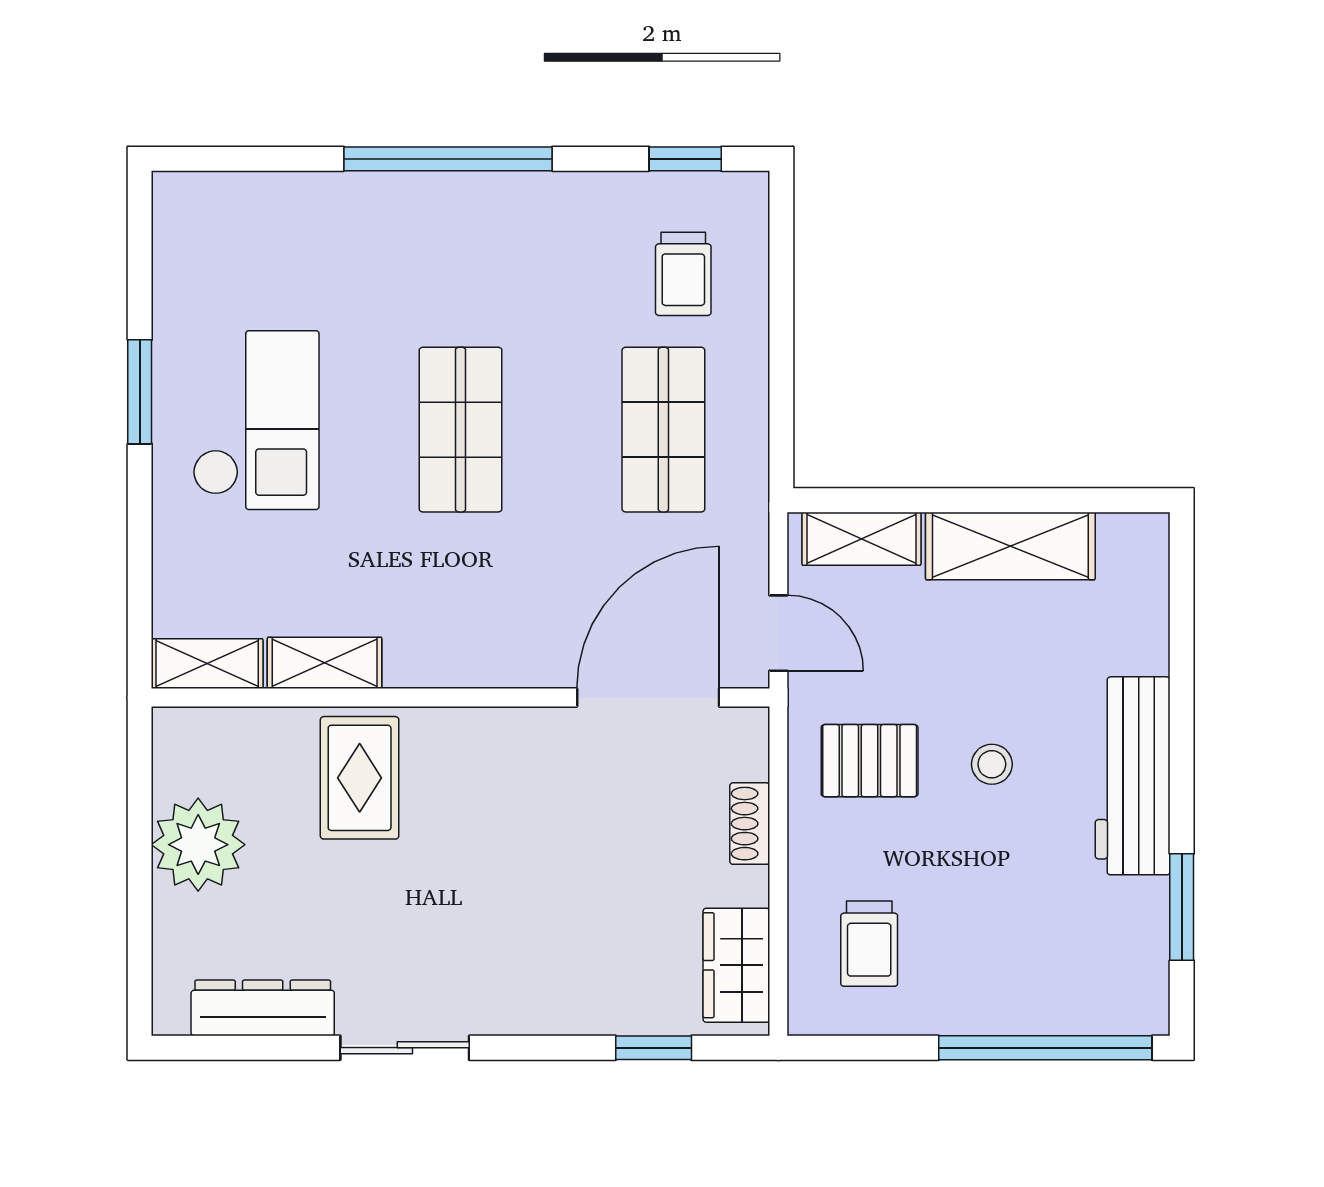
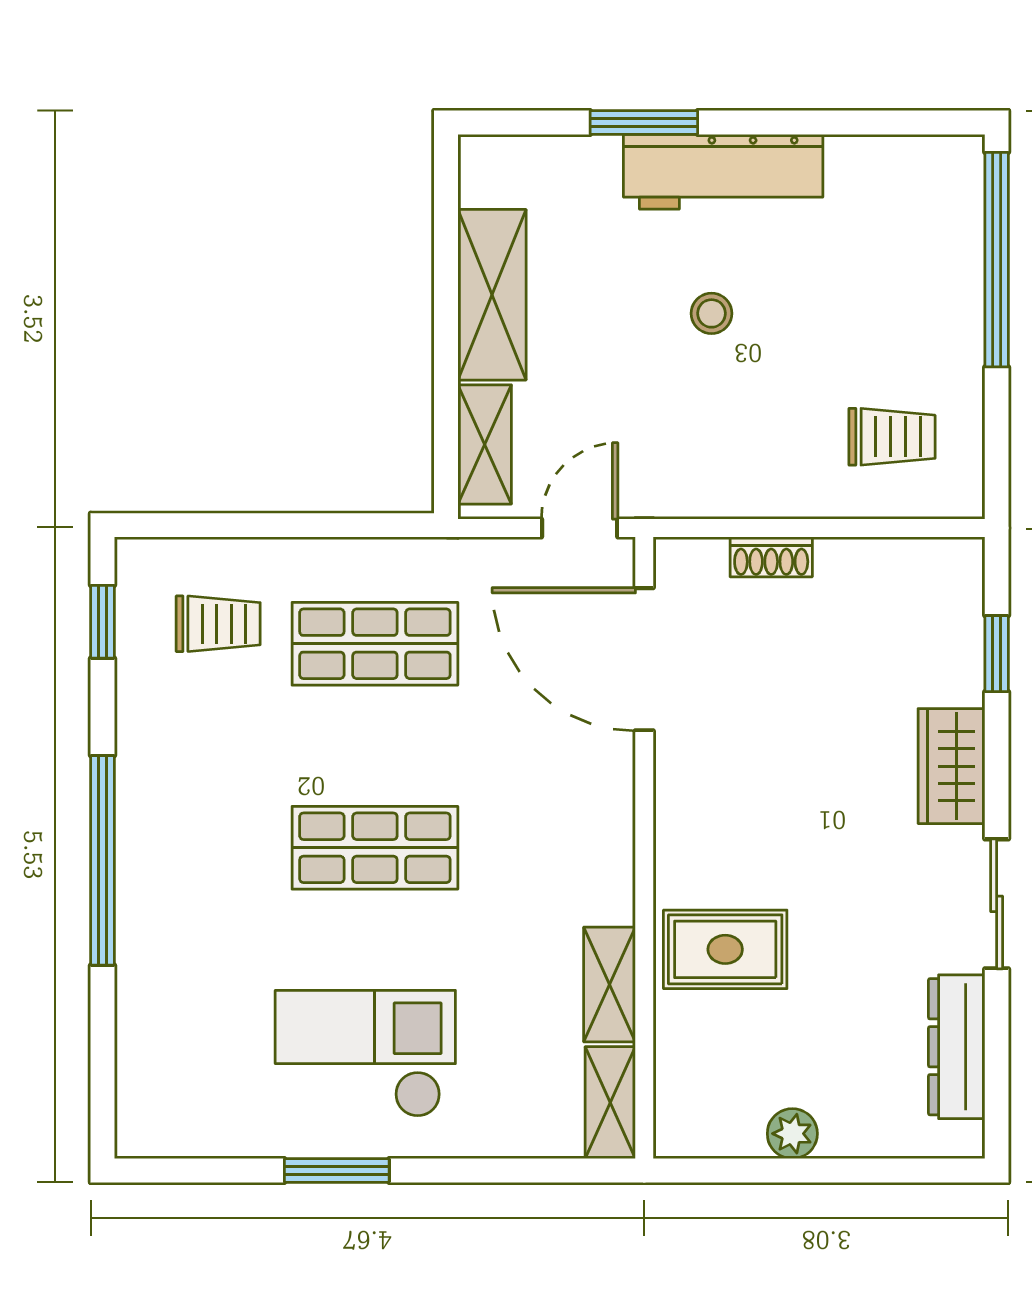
pallet: (870, 761) -> (708, 436), removed
plant: (198, 845) -> (792, 1134), width x0.53, depth x0.53
window: (1182, 907) -> (644, 122), moved
wardrobe: (736, 965) -> (951, 766), moved, turned 90

